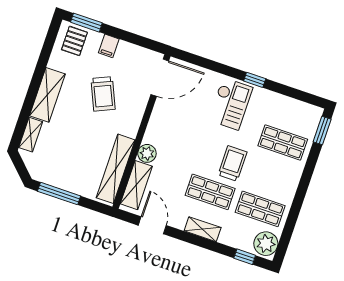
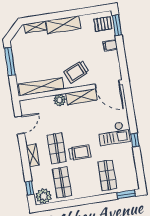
trolley: (103, 94) -> (77, 72), moved
shelving: (136, 185) -> (81, 97), moved

